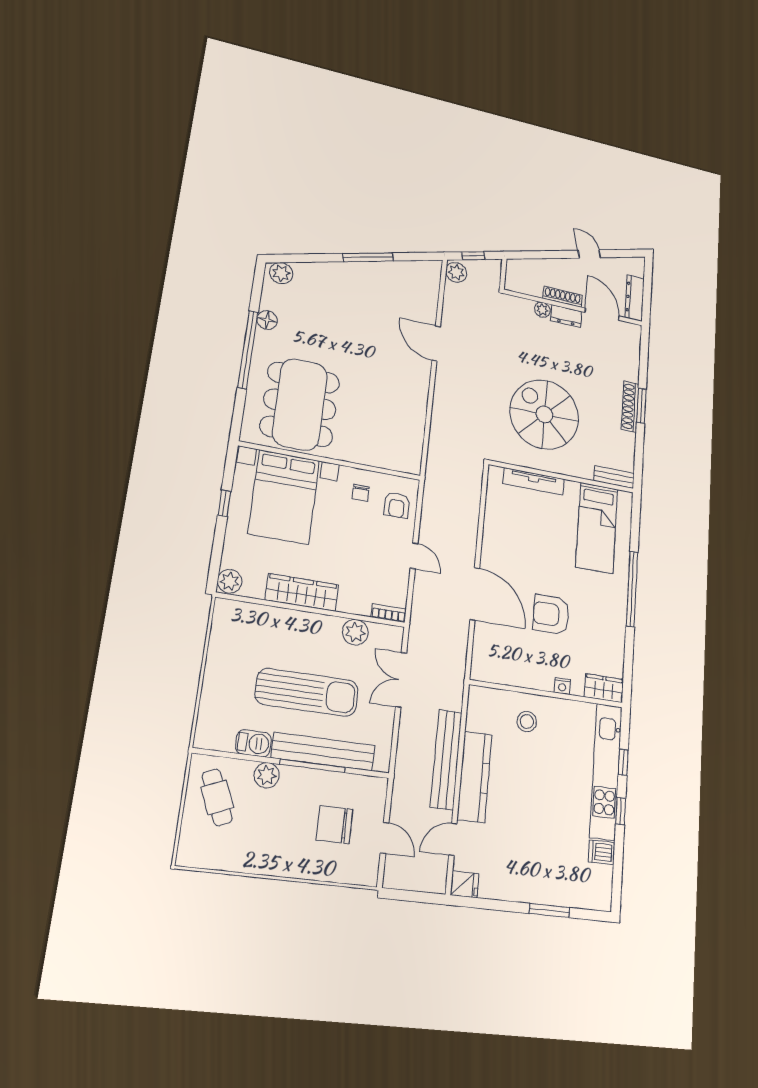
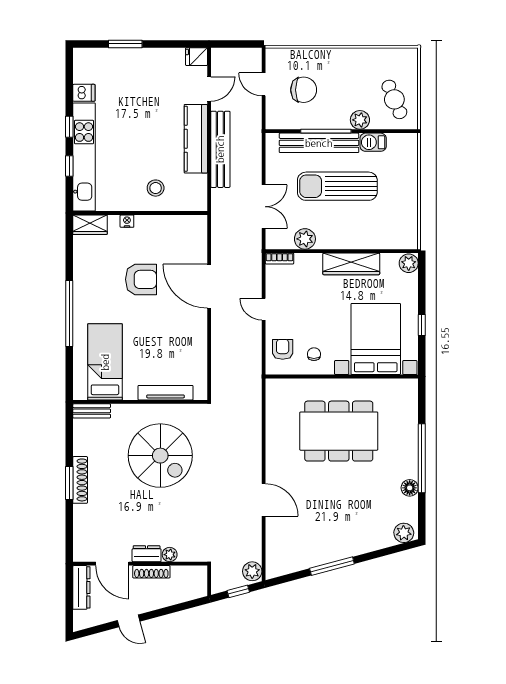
dining table: (300, 404) -> (339, 431), moved, turned 90

